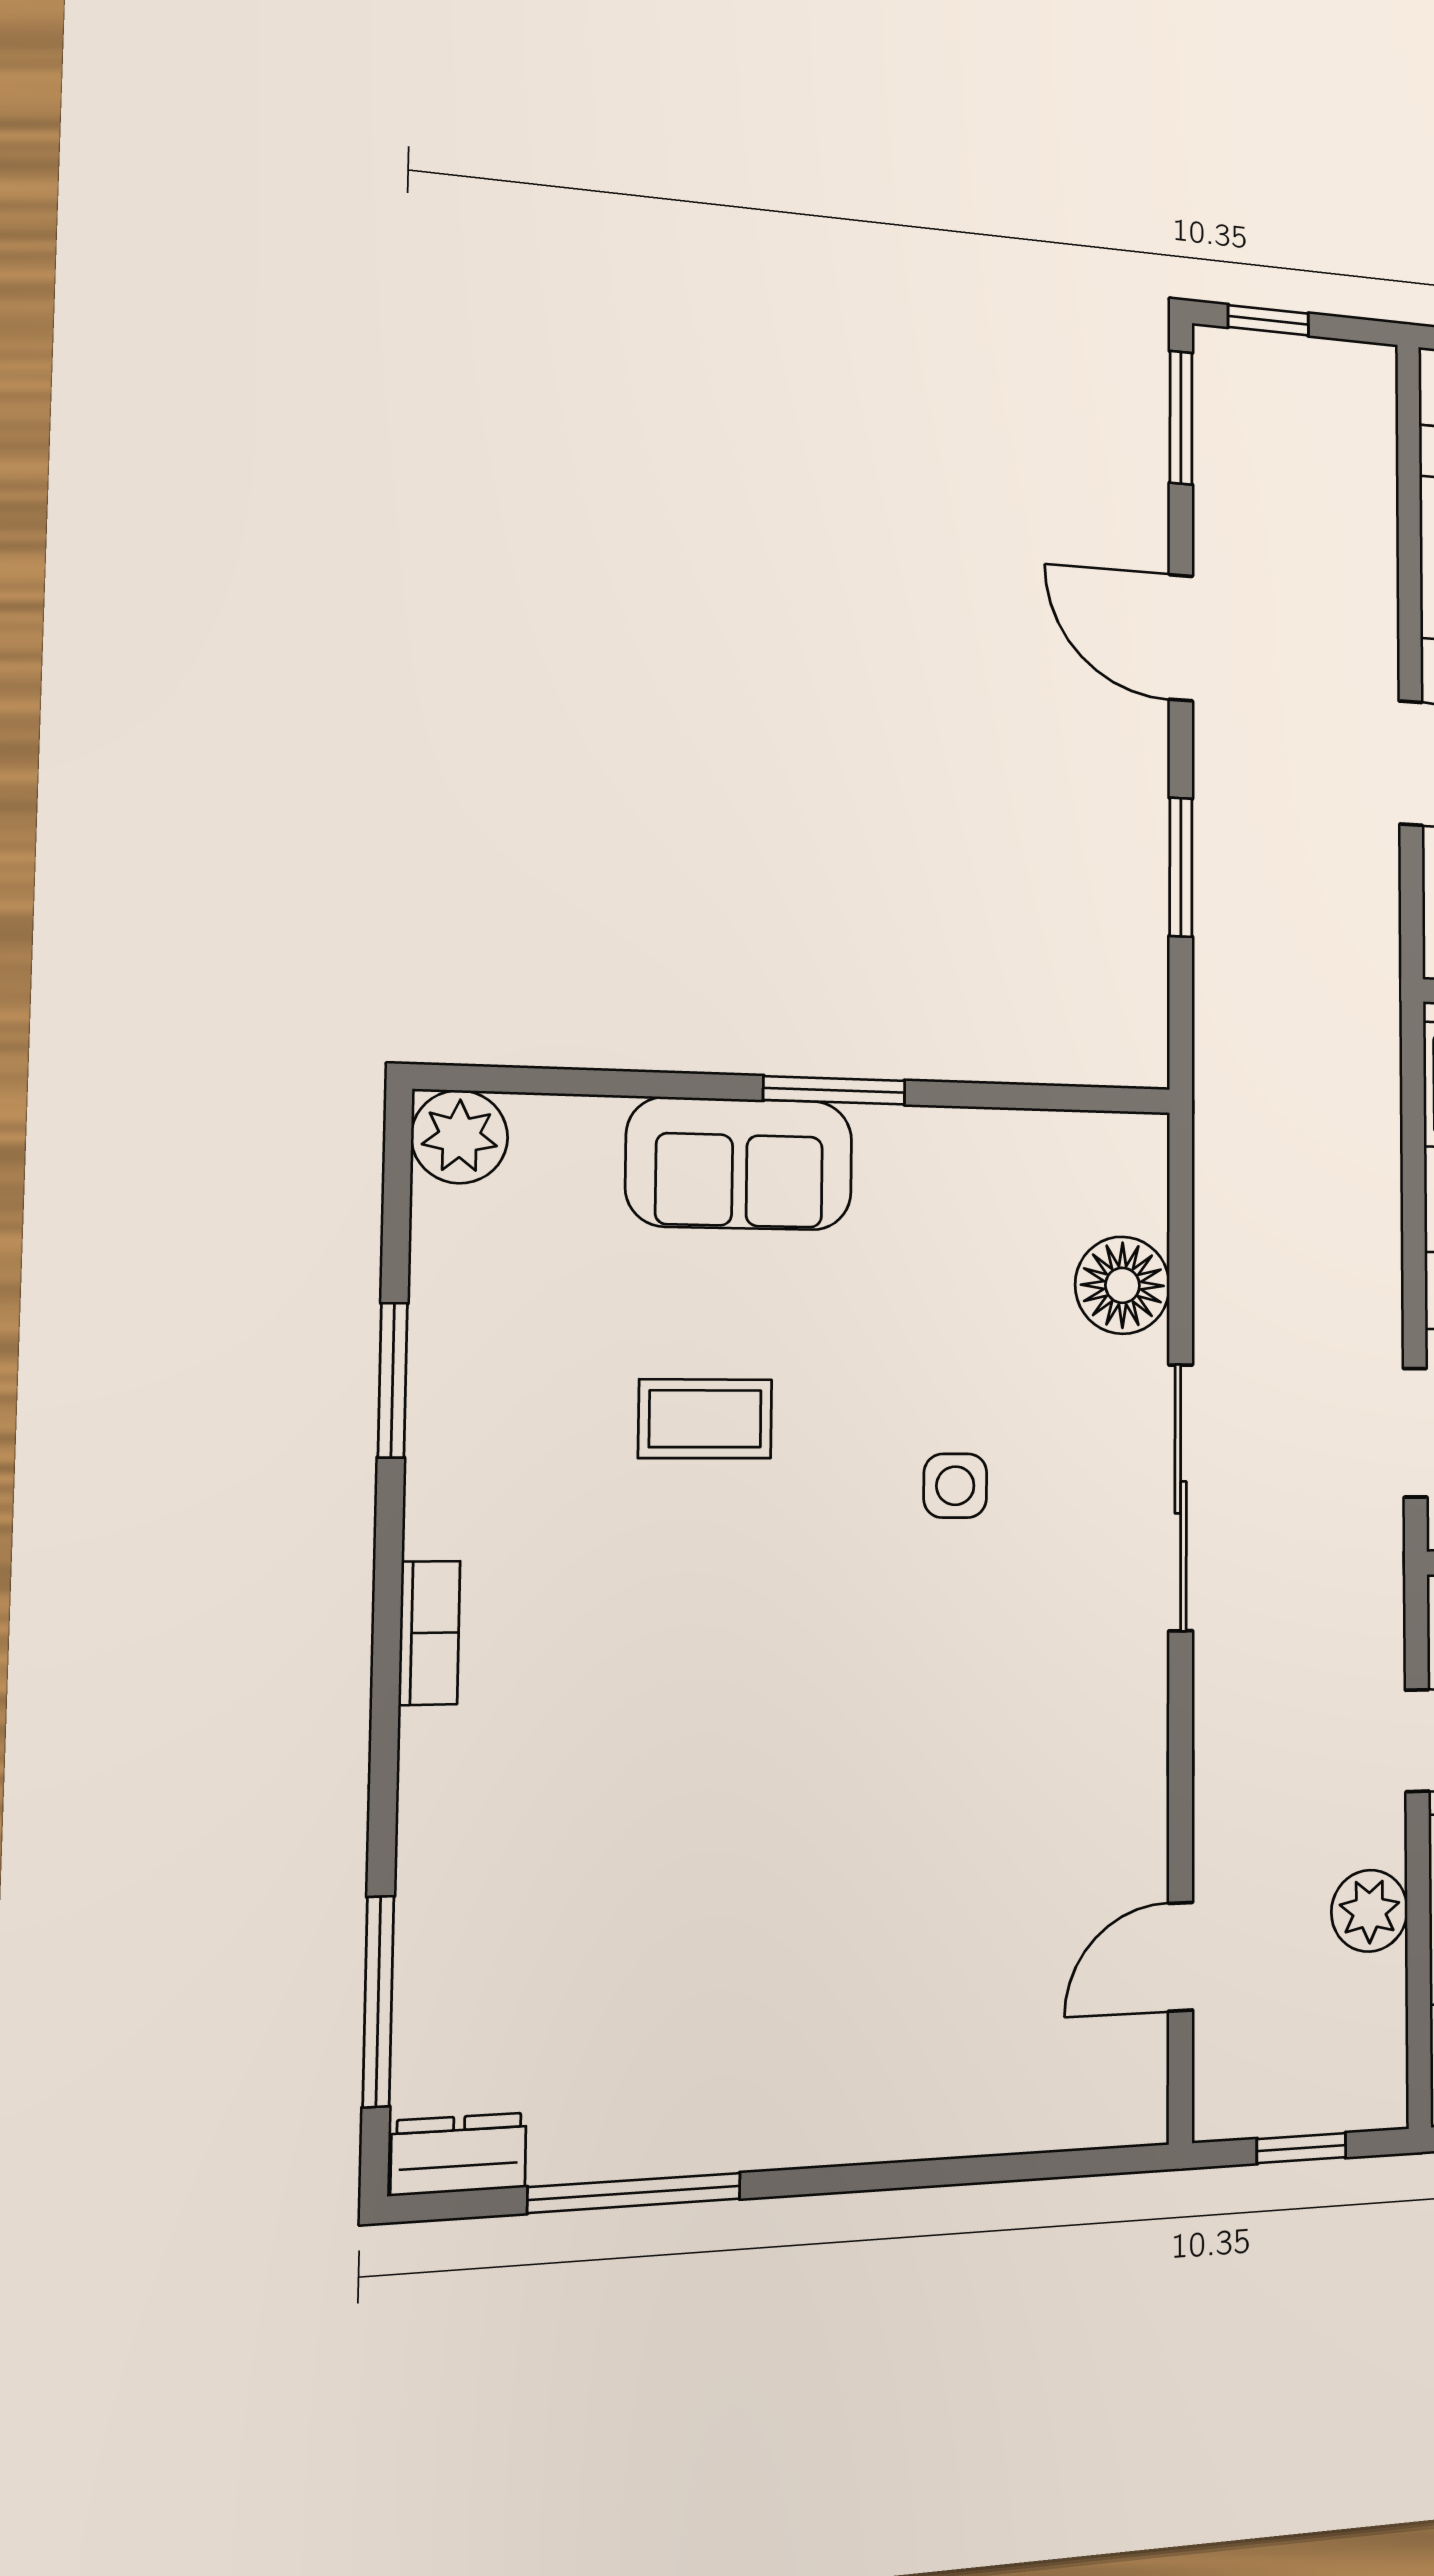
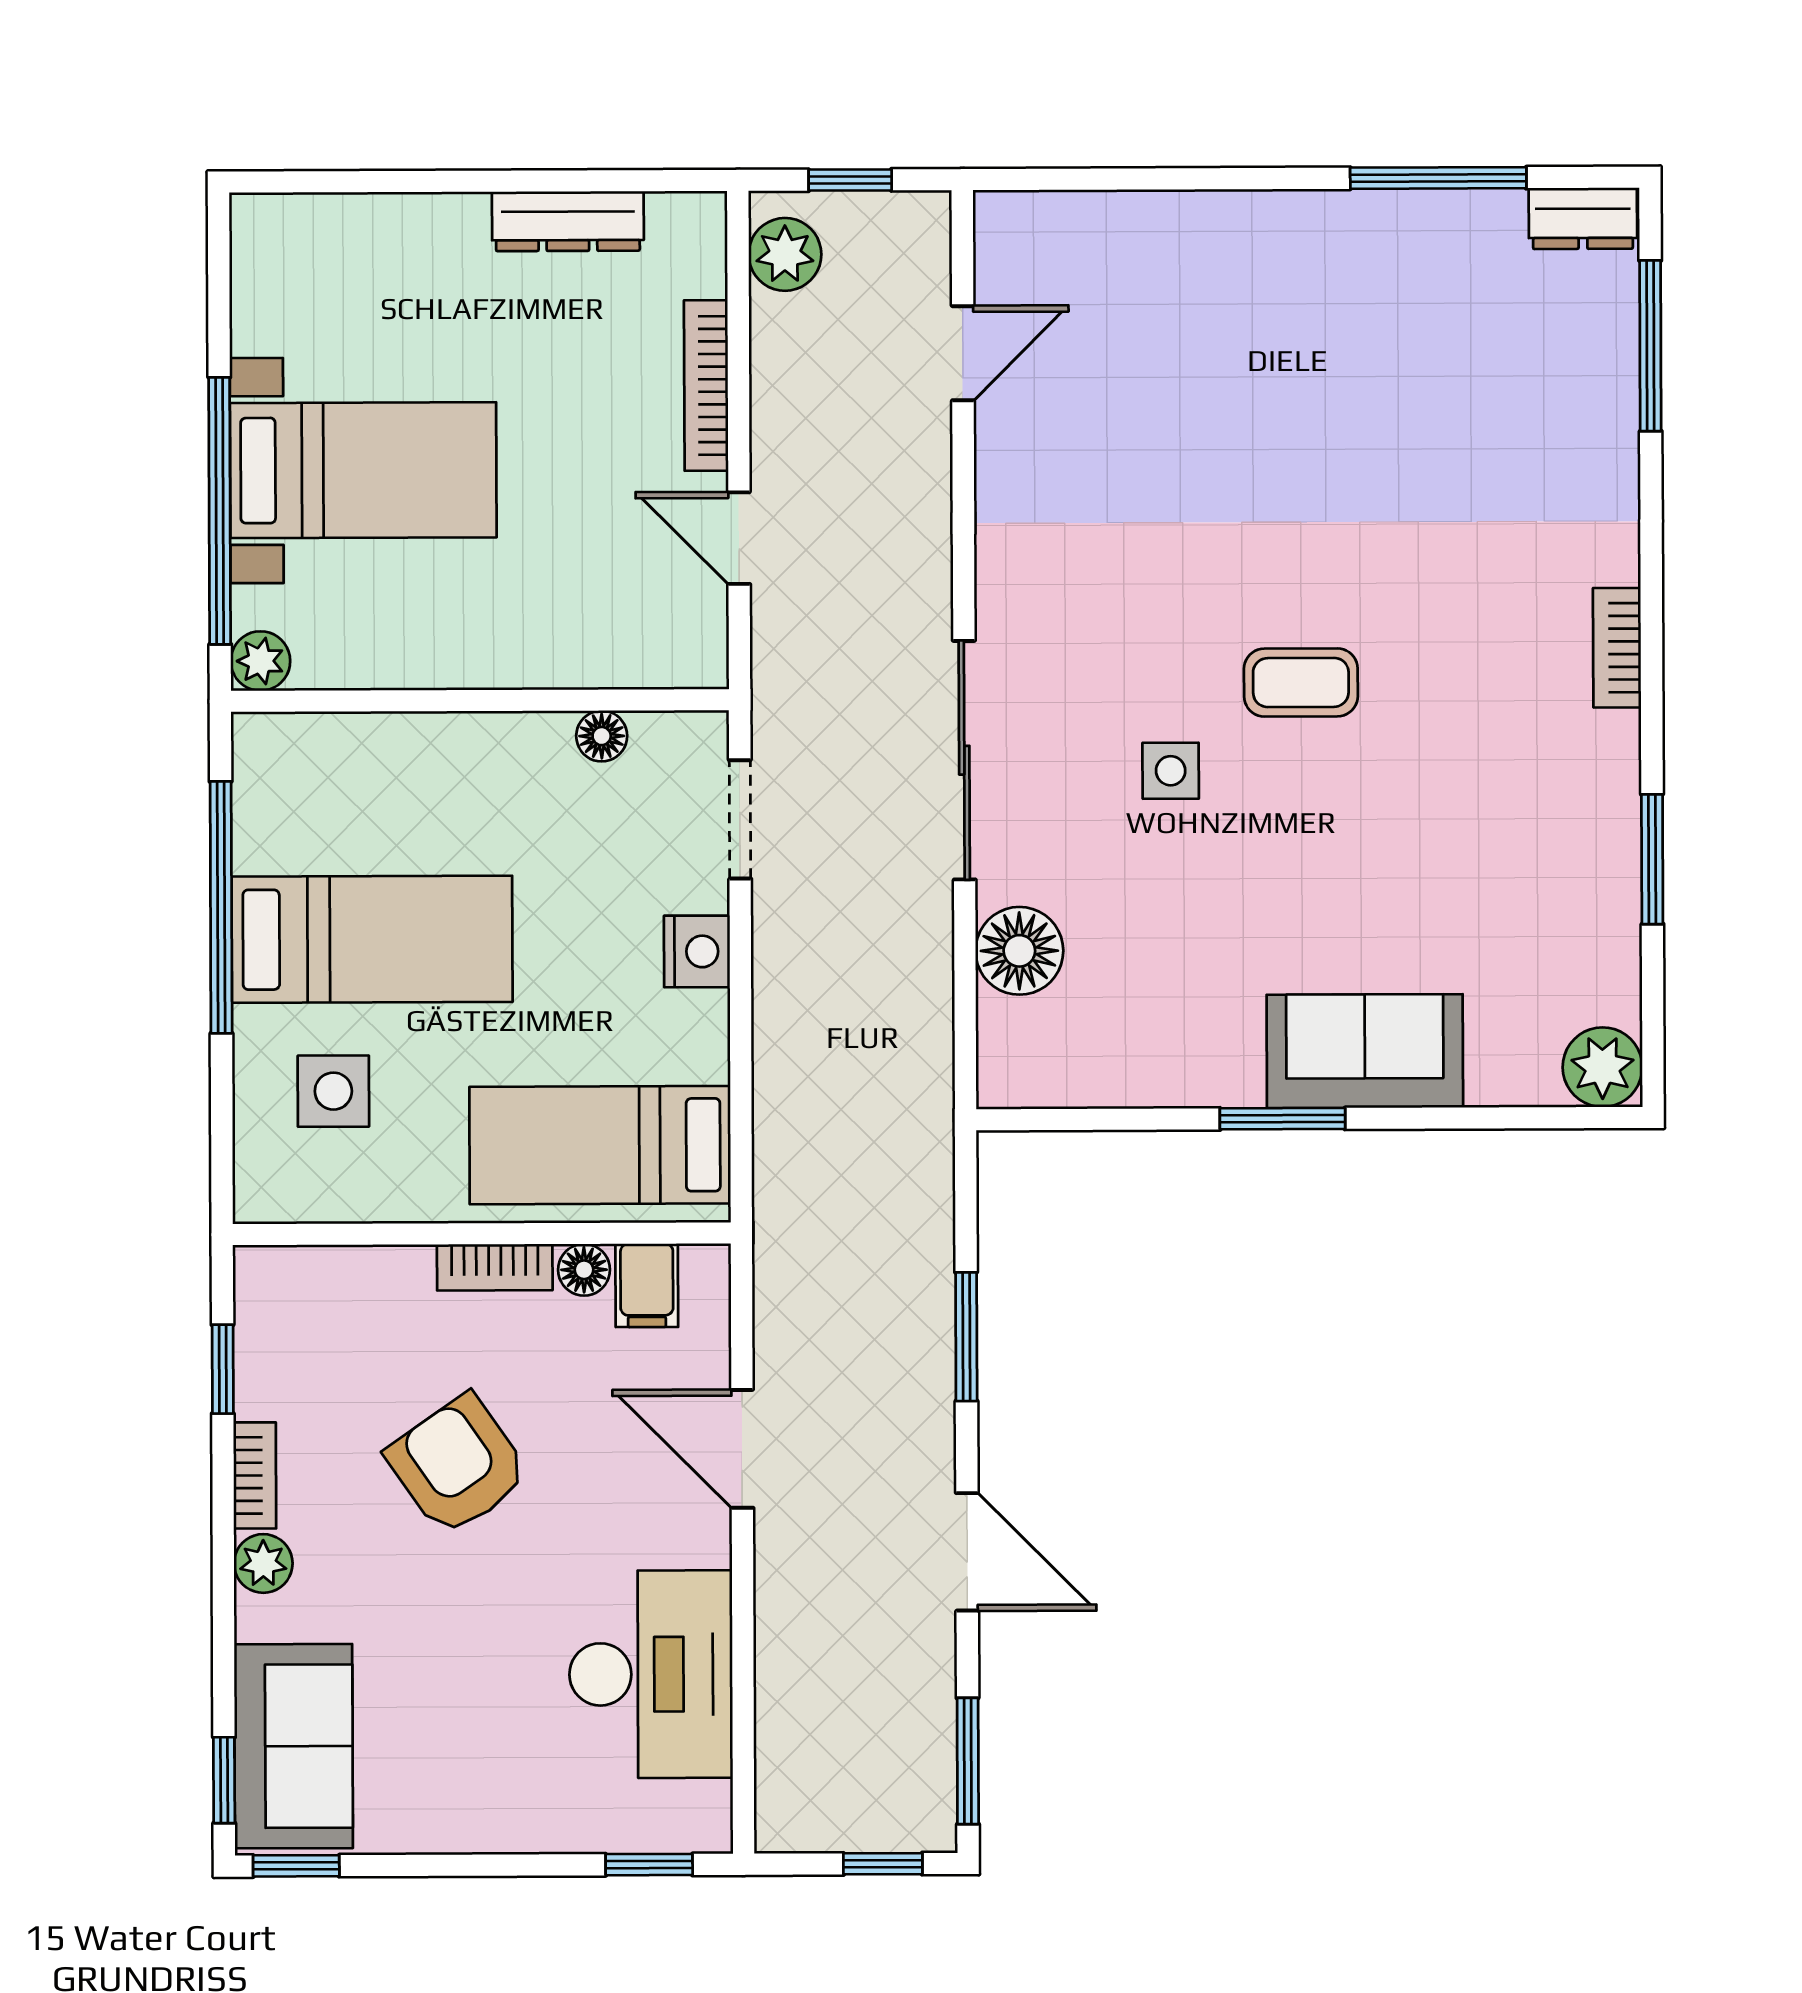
coffee table: (705, 1419) -> (1301, 682), moved
plant: (1369, 1911) -> (785, 254), moved

